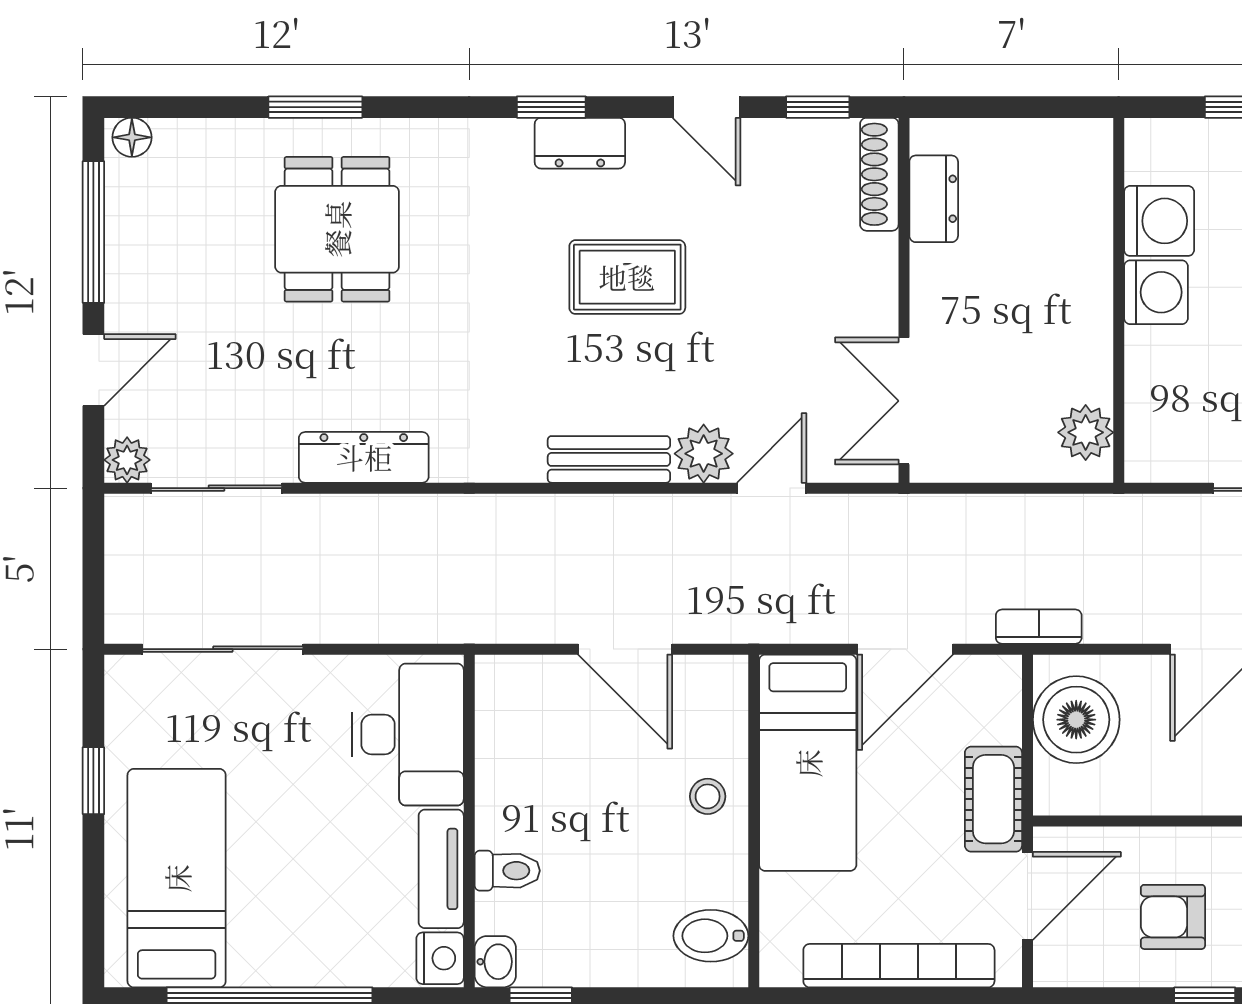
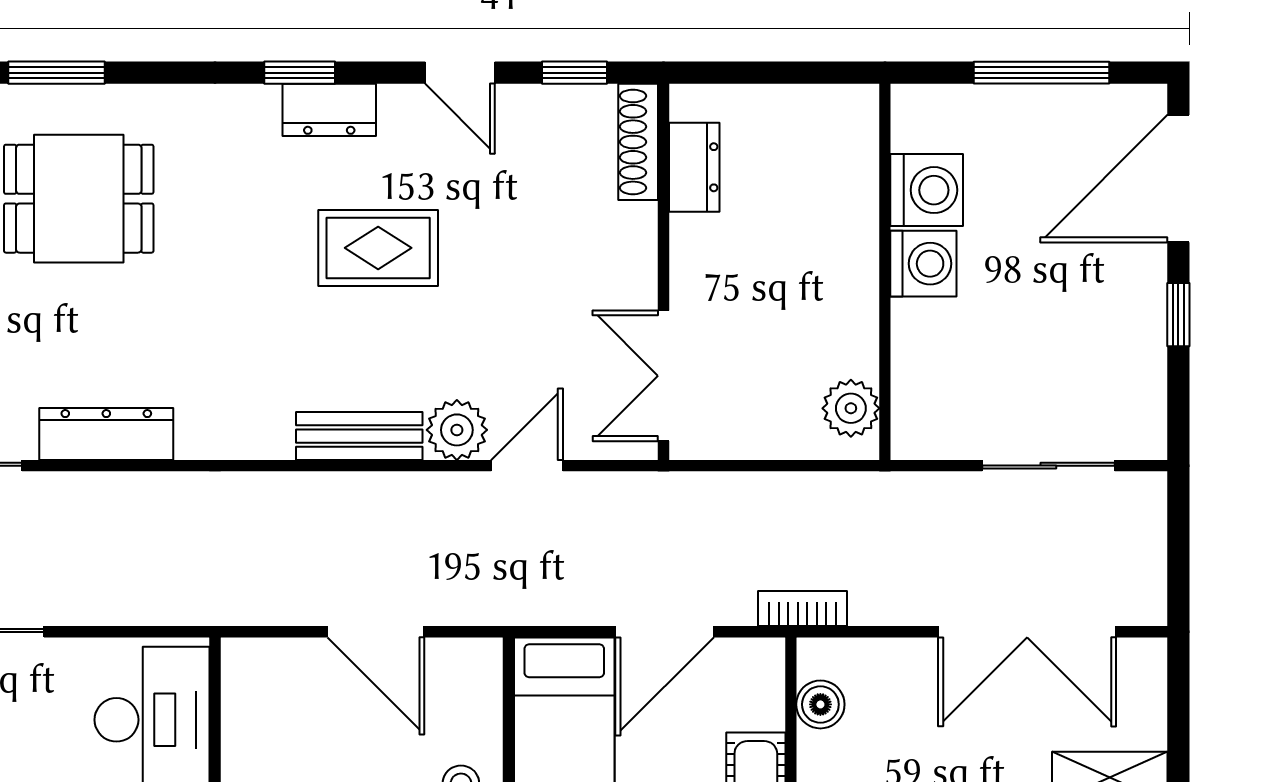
dining table: (337, 229) -> (79, 199), turned 90
boiler: (1076, 720) -> (820, 704), width x0.54, depth x0.54

